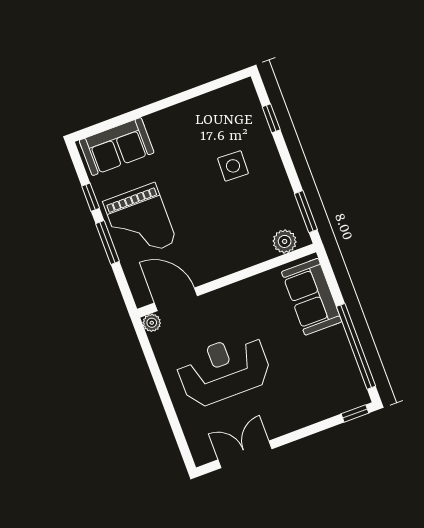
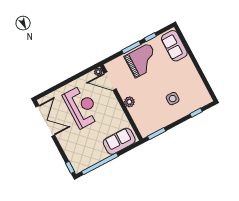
grand piano: (140, 222) -> (142, 61), turned 180
plant: (285, 241) -> (129, 102), moved
door: (176, 299) -> (110, 81), swing flipped
double door: (245, 454) -> (45, 121), width x1.37

